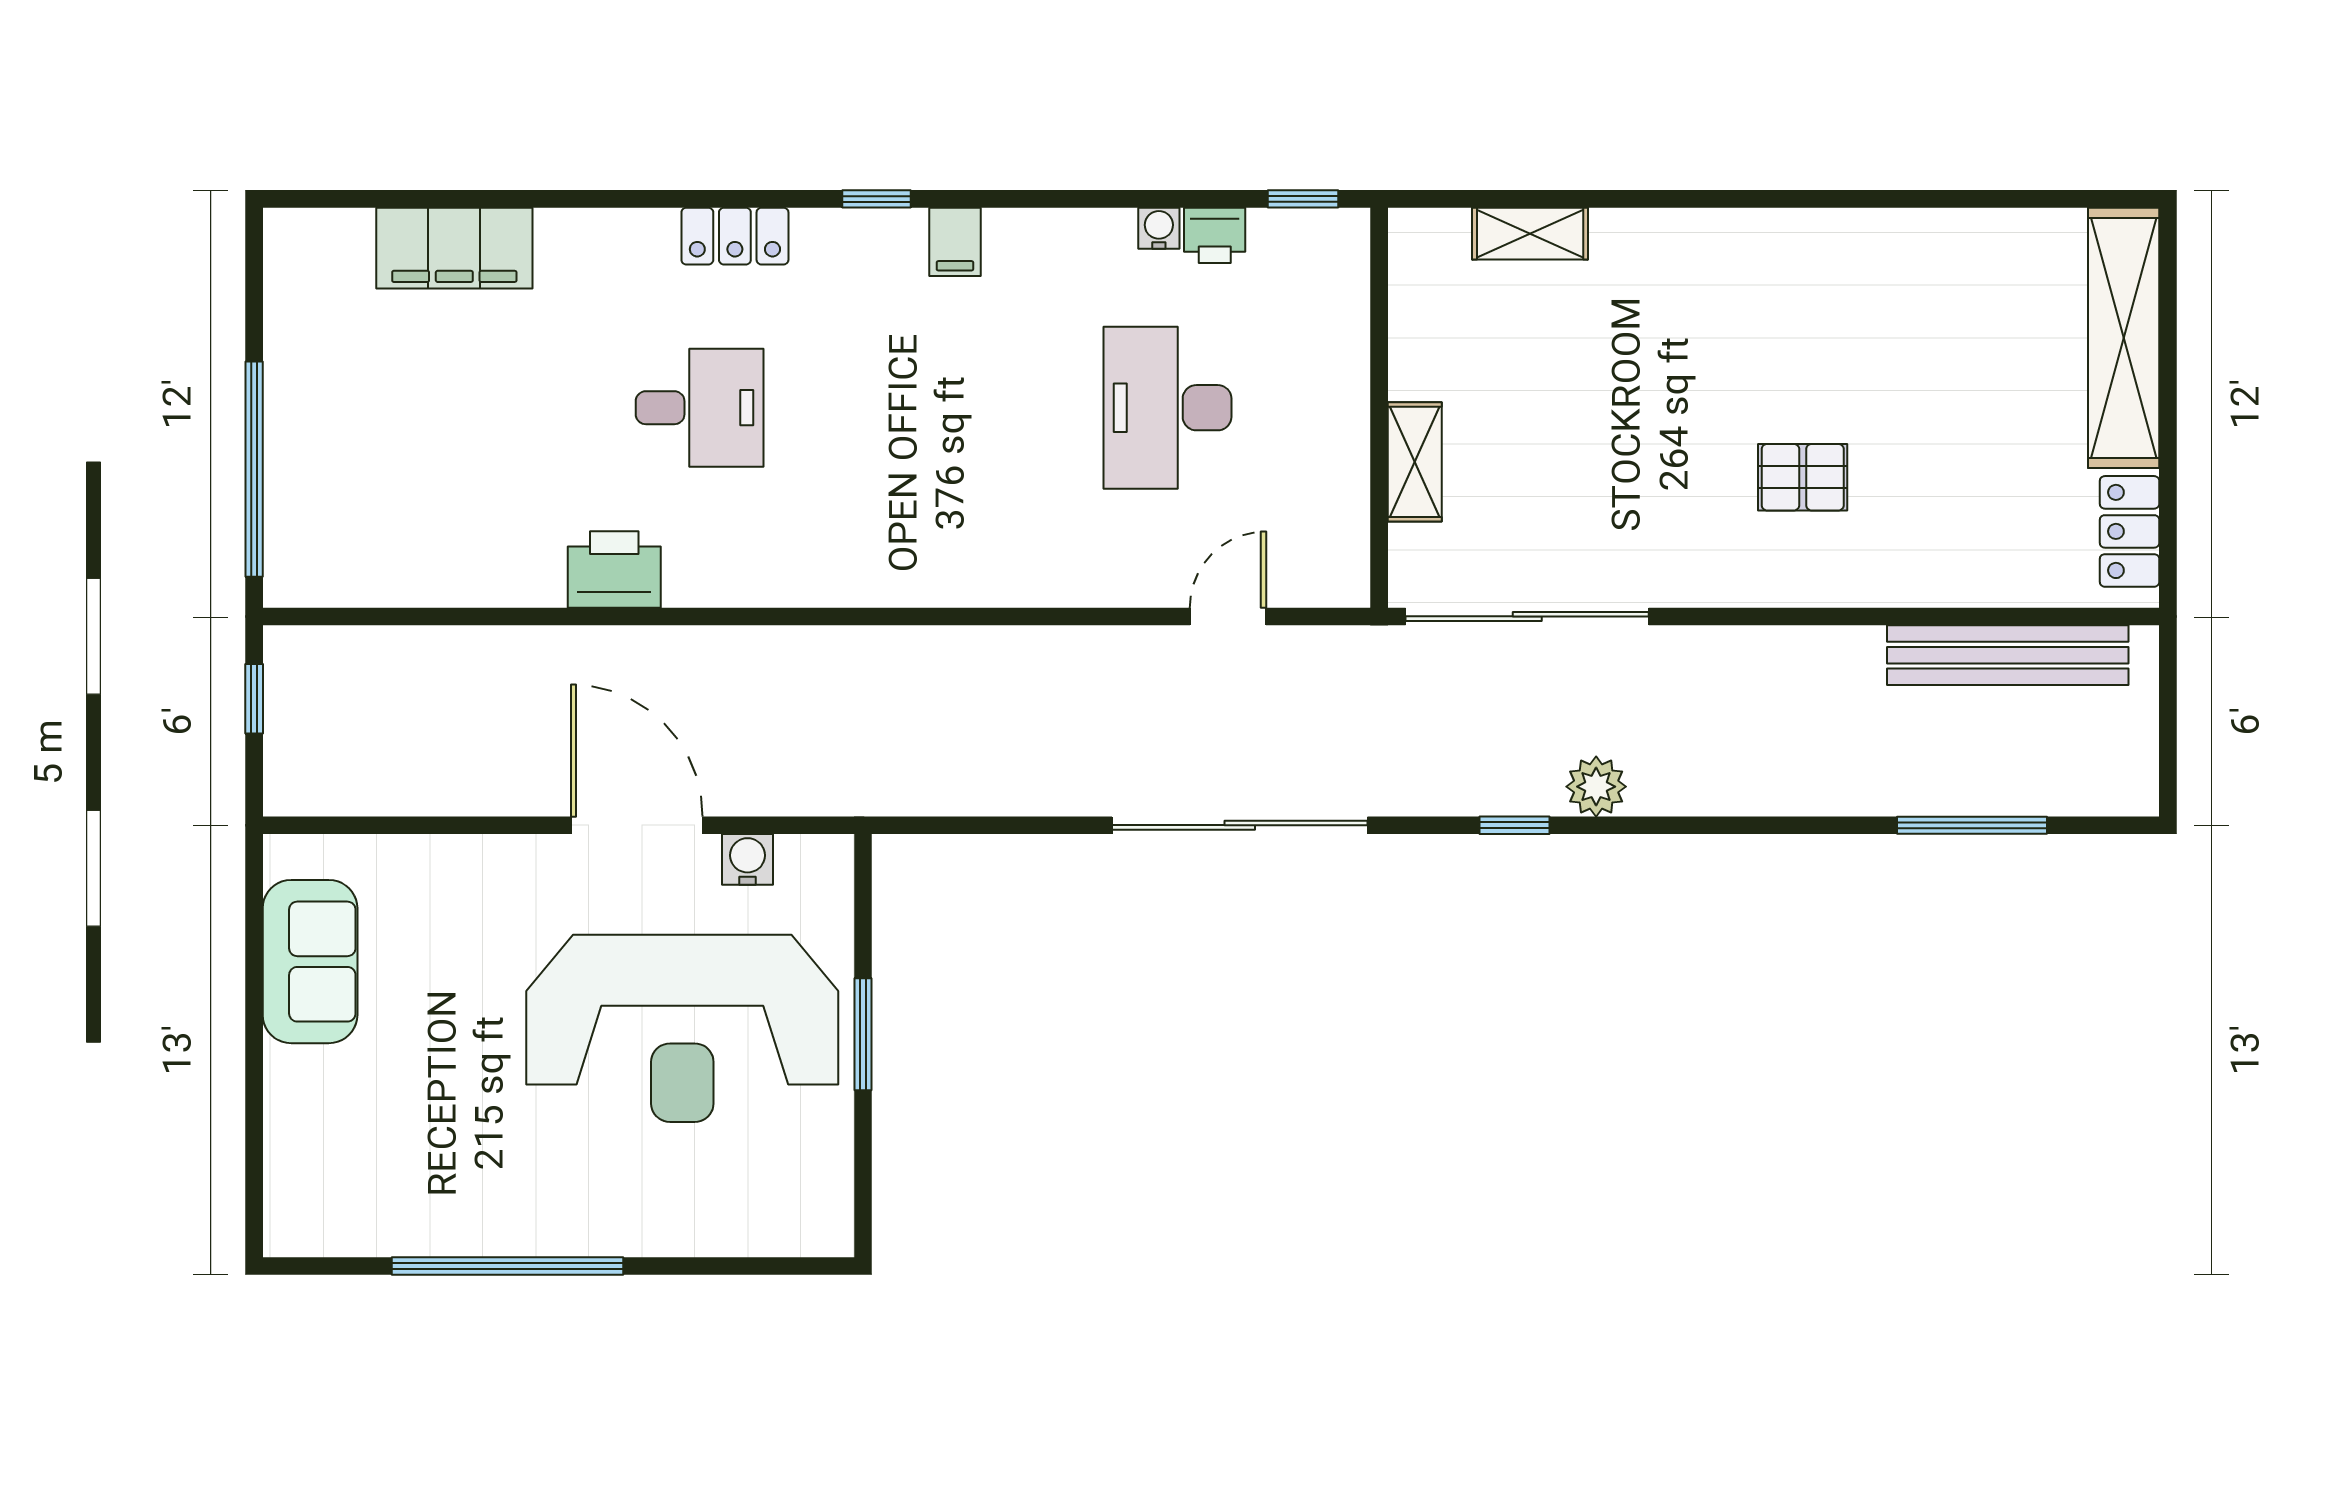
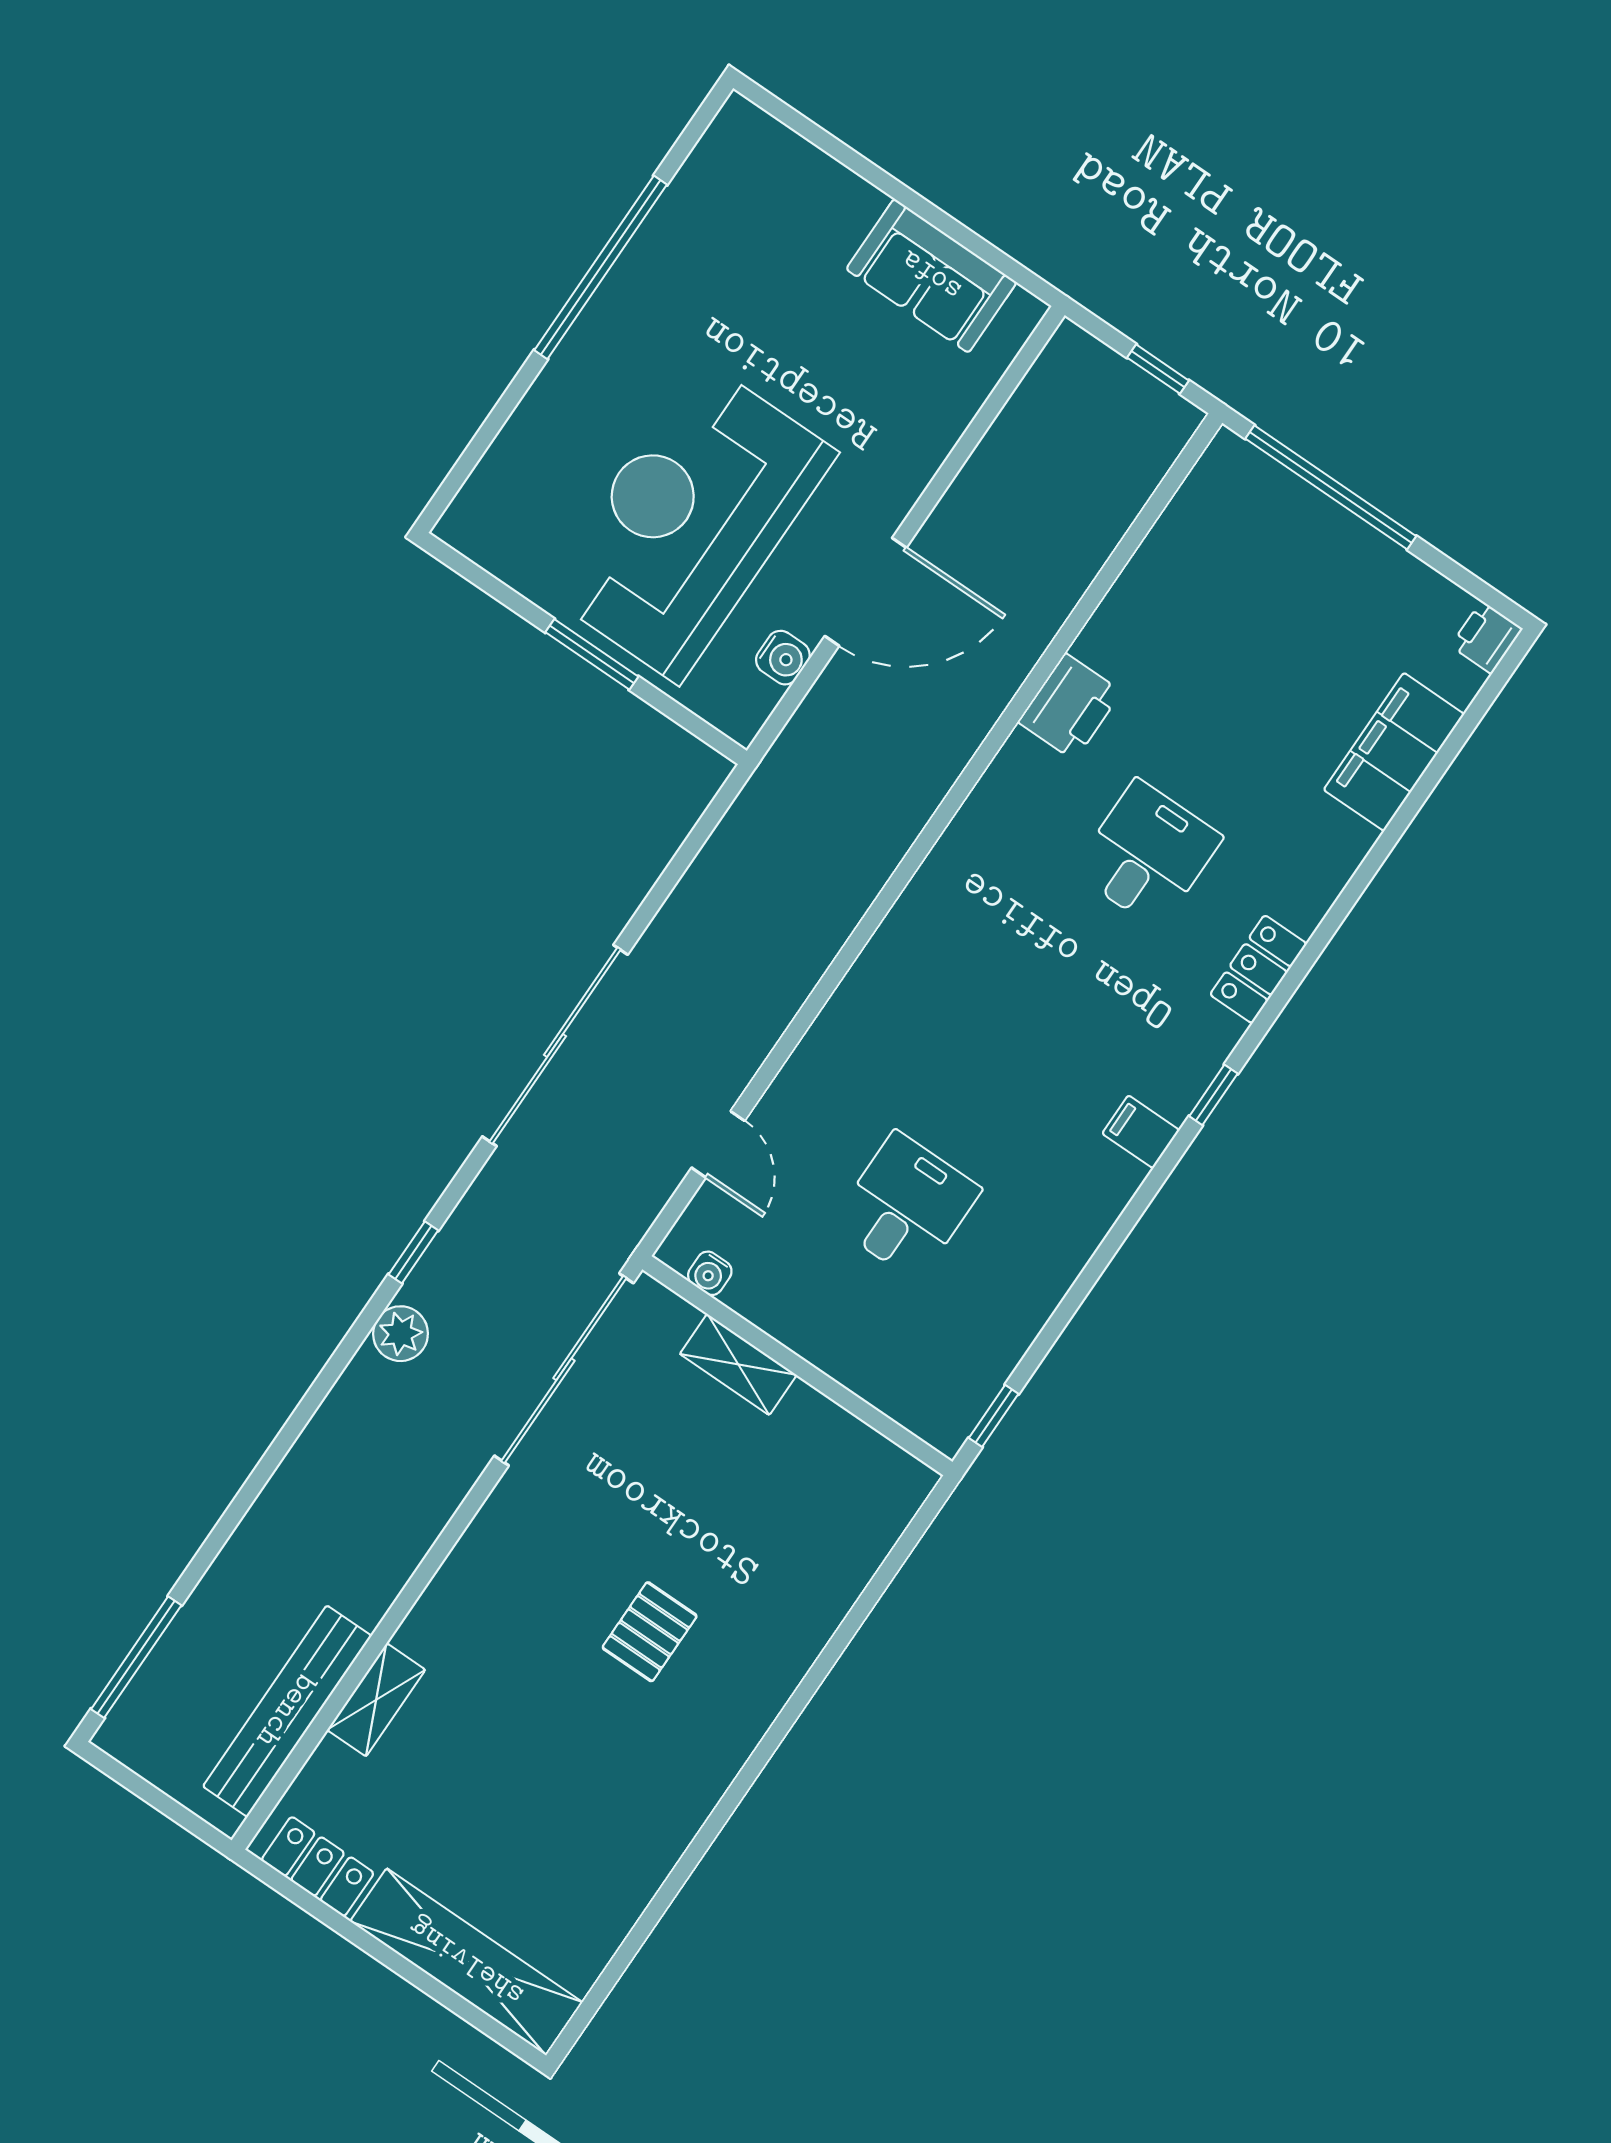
water cooler: (1159, 228) -> (710, 1273), moved, turned 90
shelving: (1530, 234) -> (376, 1700), moved
printer: (1215, 235) -> (1487, 637), moved
desk: (700, 408) -> (1147, 854), turned 180
desk: (1168, 408) -> (906, 1206), width x0.73
pallet: (1803, 477) -> (650, 1632), moved
window: (1972, 825) -> (136, 1657), moved

